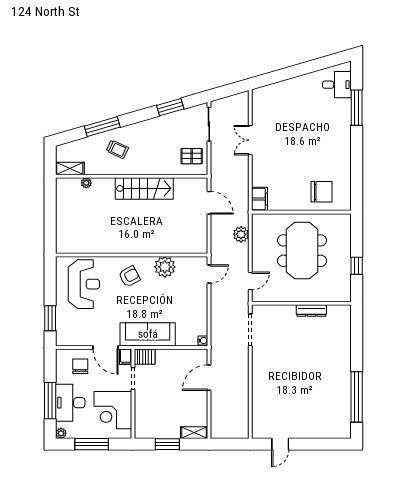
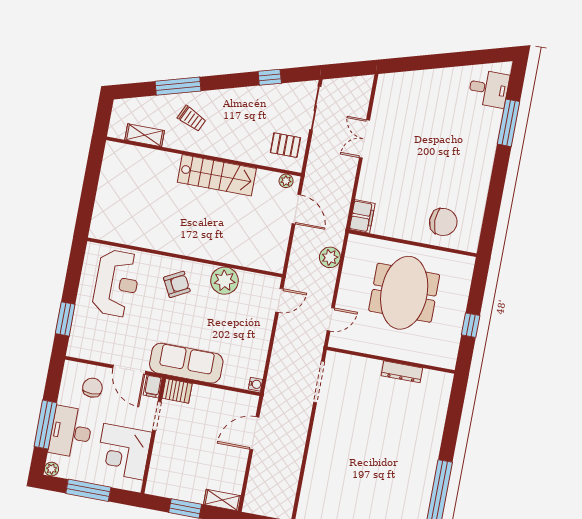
window: (170, 107) -> (270, 77), width x0.67
shelving: (70, 168) -> (145, 135), moved
plant: (86, 183) -> (286, 181), moved

